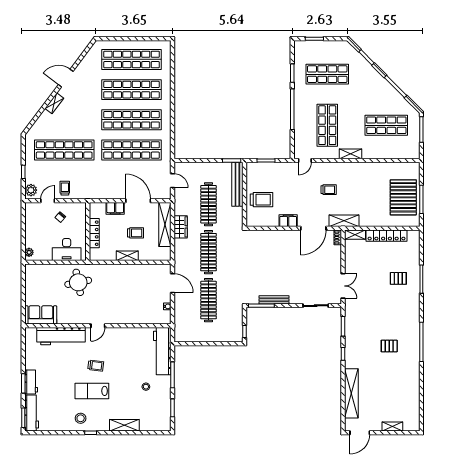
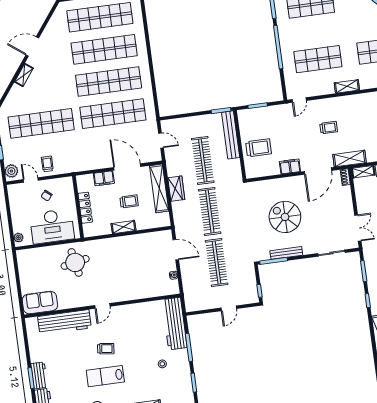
shop shelf: (327, 125) -> (318, 59), turned 90
door: (48, 201) -> (31, 180), hinge flipped
desk: (67, 250) -> (52, 226), width x1.36, depth x1.30
spiral stairs: (277, 267) -> (285, 217), added
door: (214, 344) -> (229, 308), added

